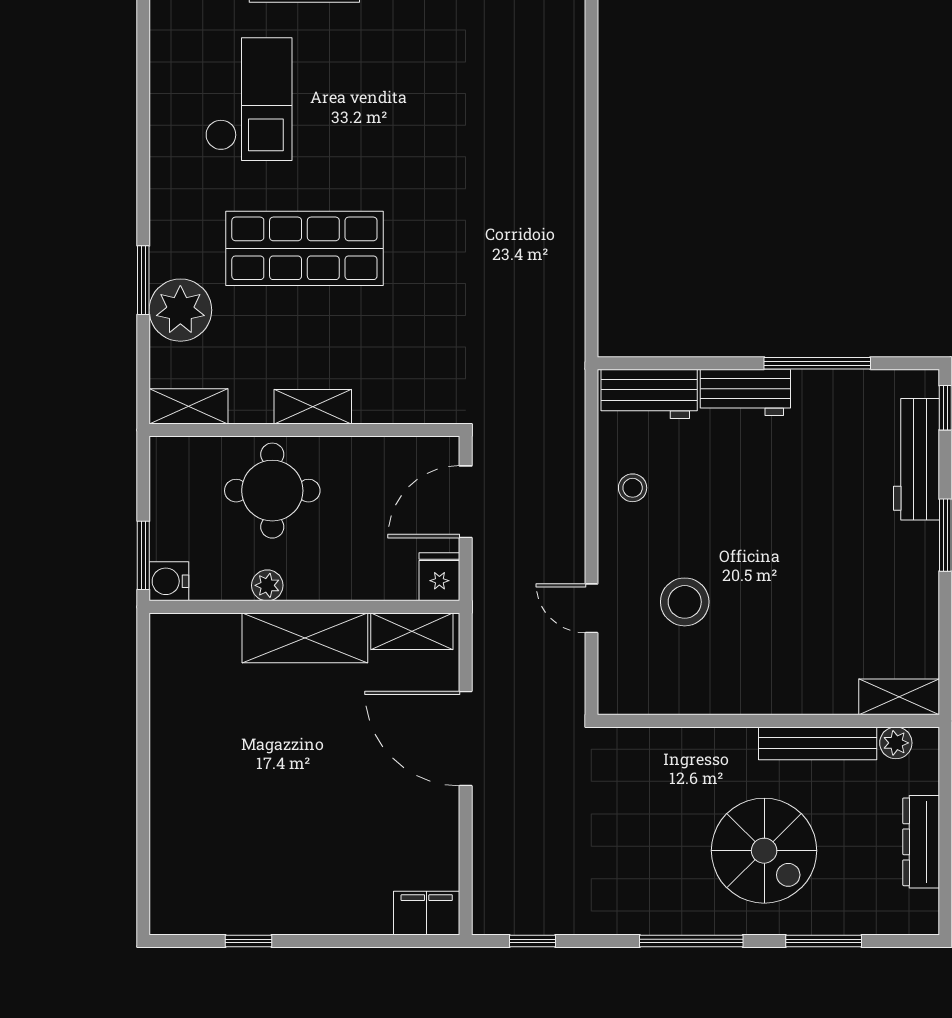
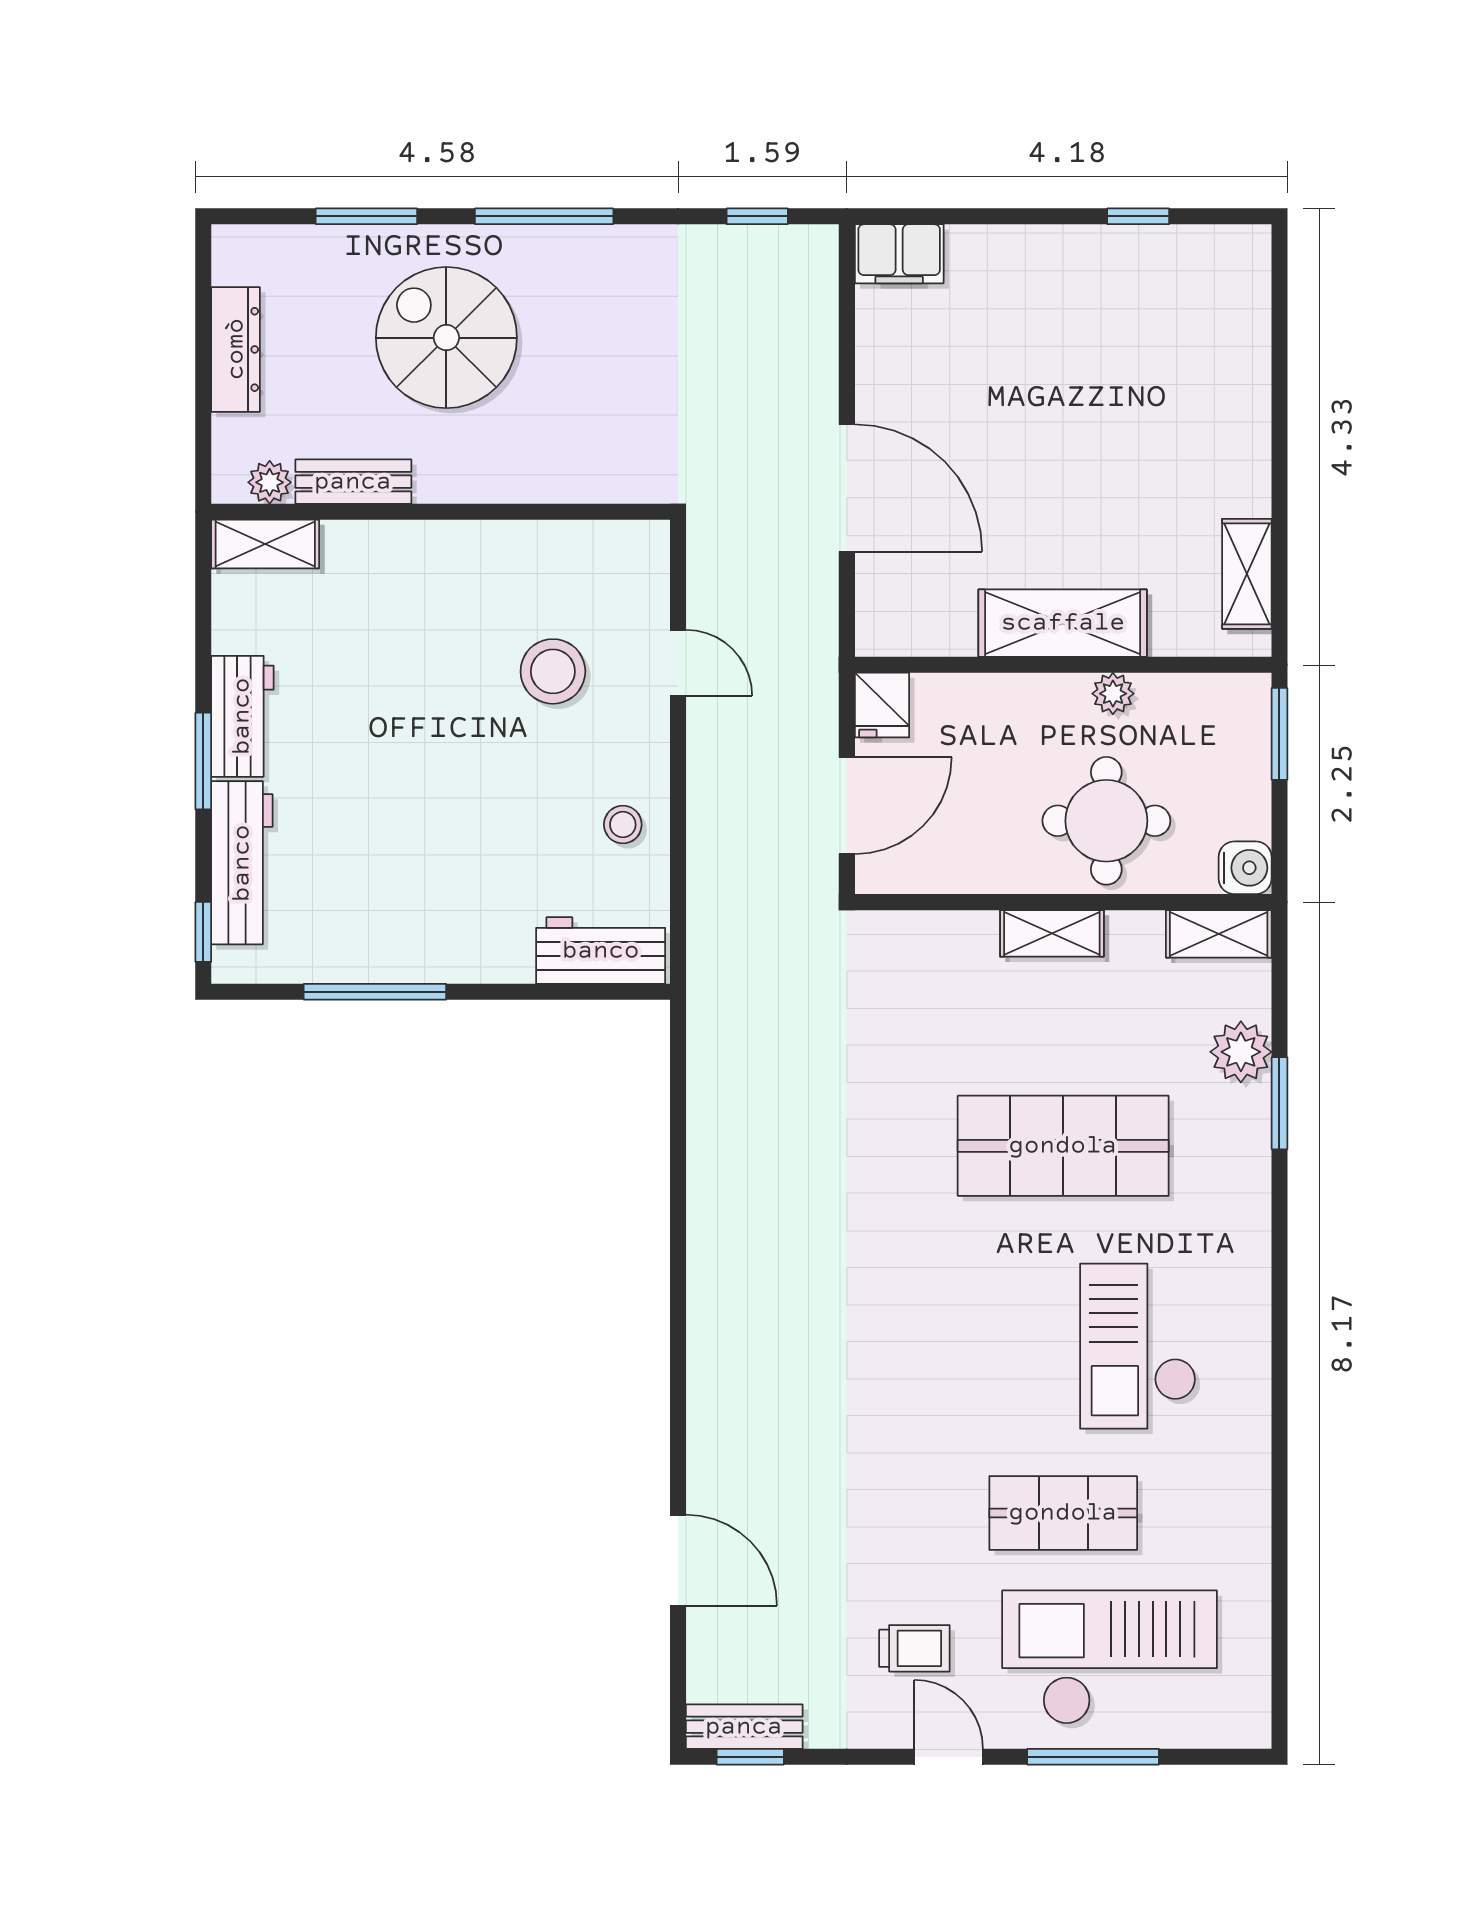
plant: (180, 310) -> (1241, 1052), width x0.73, depth x0.73
workbench: (745, 392) -> (242, 716), moved, turned 90
water cooler: (169, 581) -> (1245, 868), moved
shelving: (412, 631) -> (1247, 574), moved, turned 90
bench: (818, 743) -> (353, 482), width x0.73

